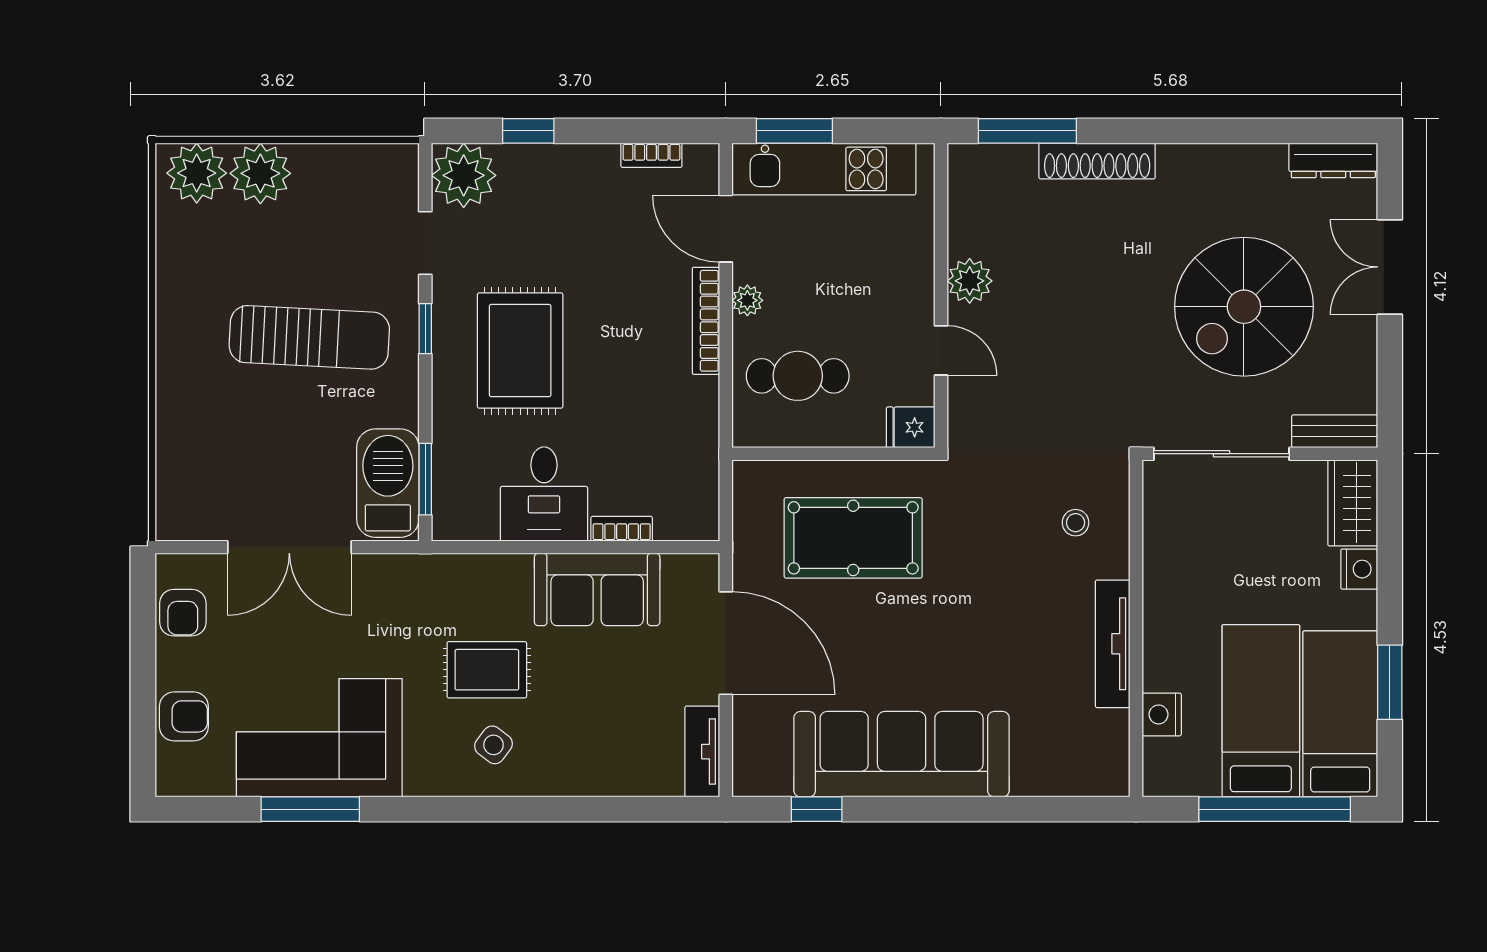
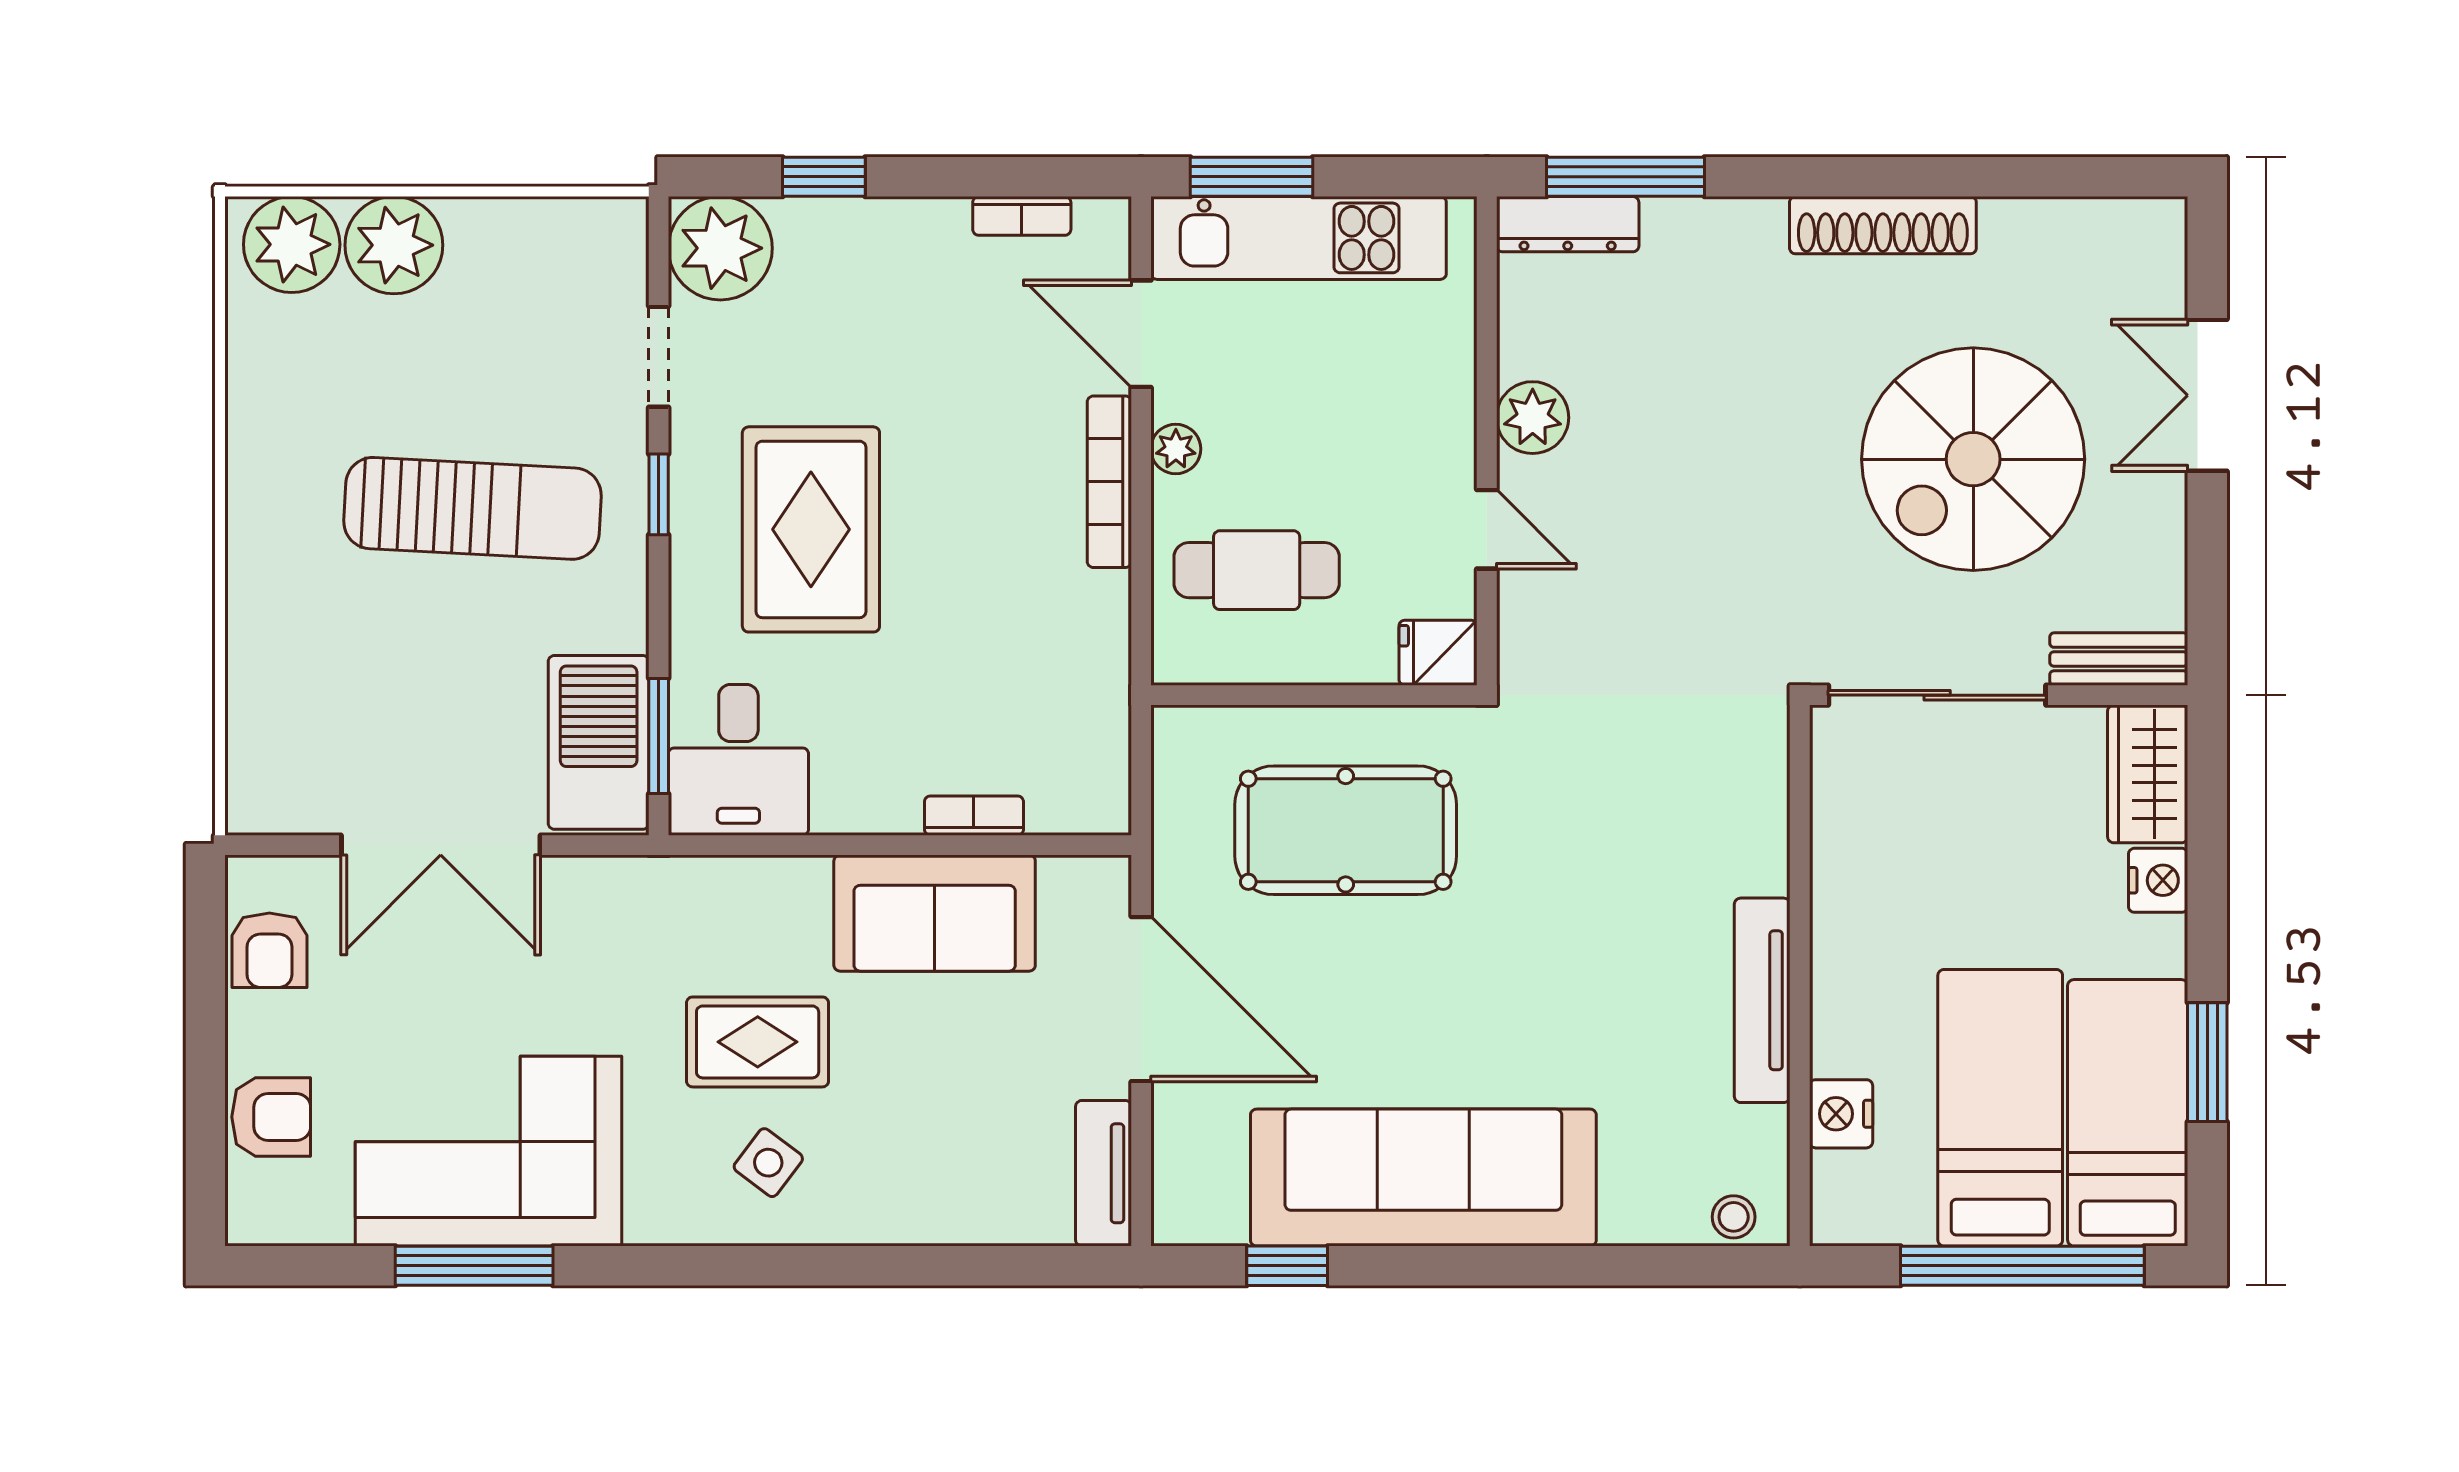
dresser: (1333, 160) -> (1568, 224), moved
shoe rack: (1097, 161) -> (1883, 225), moved
desk: (544, 494) -> (738, 760), moved
stool: (1076, 523) -> (1734, 1217), moved

